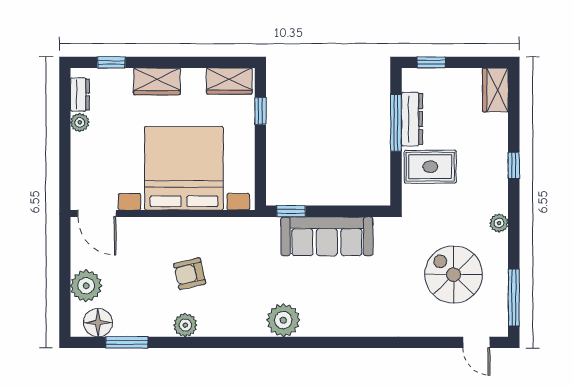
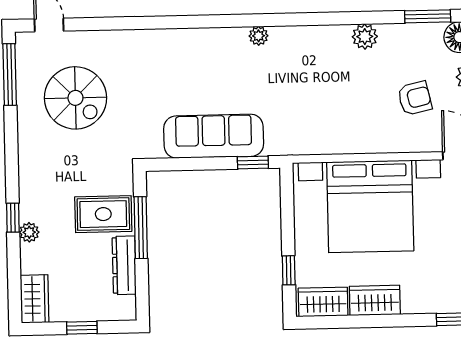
window: (431, 62) -> (82, 328), moved
wardrobe: (157, 81) -> (375, 300), moved
window: (396, 123) -> (141, 228), moved
plant: (499, 223) -> (29, 232), moved
armchair: (190, 274) -> (415, 98), moved
plant: (283, 320) -> (259, 36), width x0.53, depth x0.53

